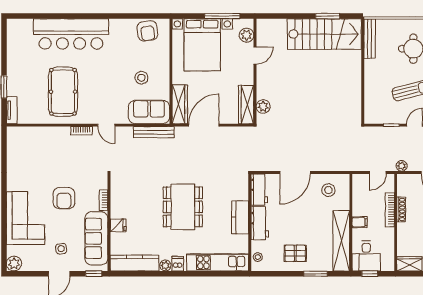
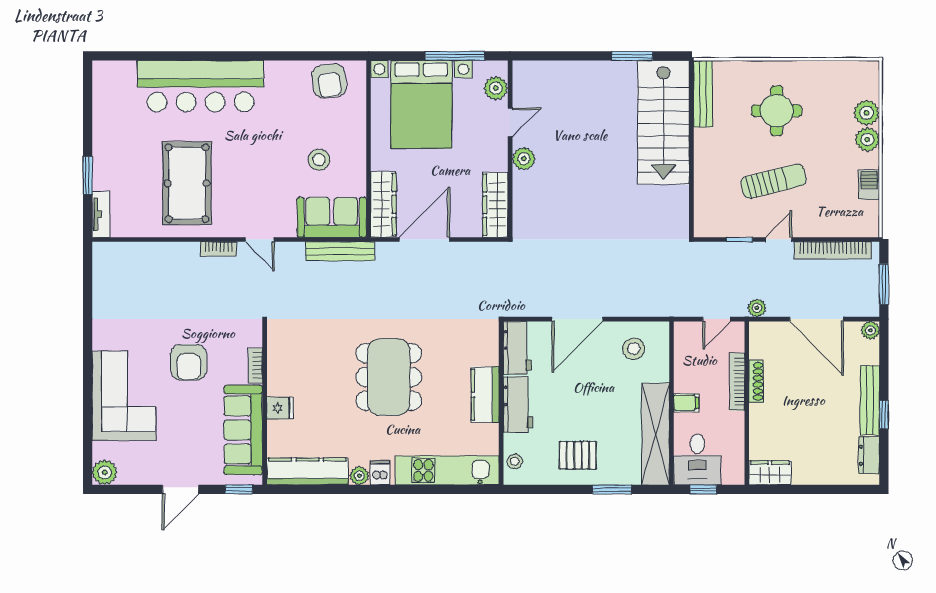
stairs: (324, 34) -> (663, 122), moved, turned 90
plant: (263, 106) -> (524, 159), moved
side table: (61, 249) -> (184, 447), removed

